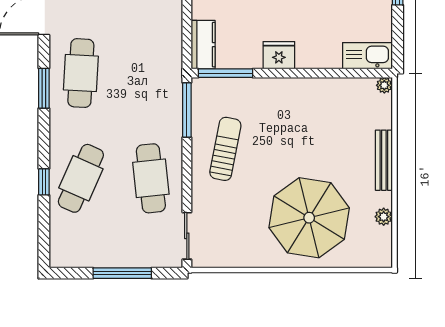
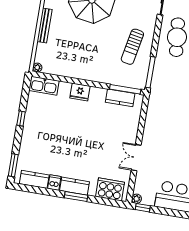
kitchen counter: (203, 45) -> (120, 98), moved, turned -90
fridge: (279, 55) -> (80, 92), moved

